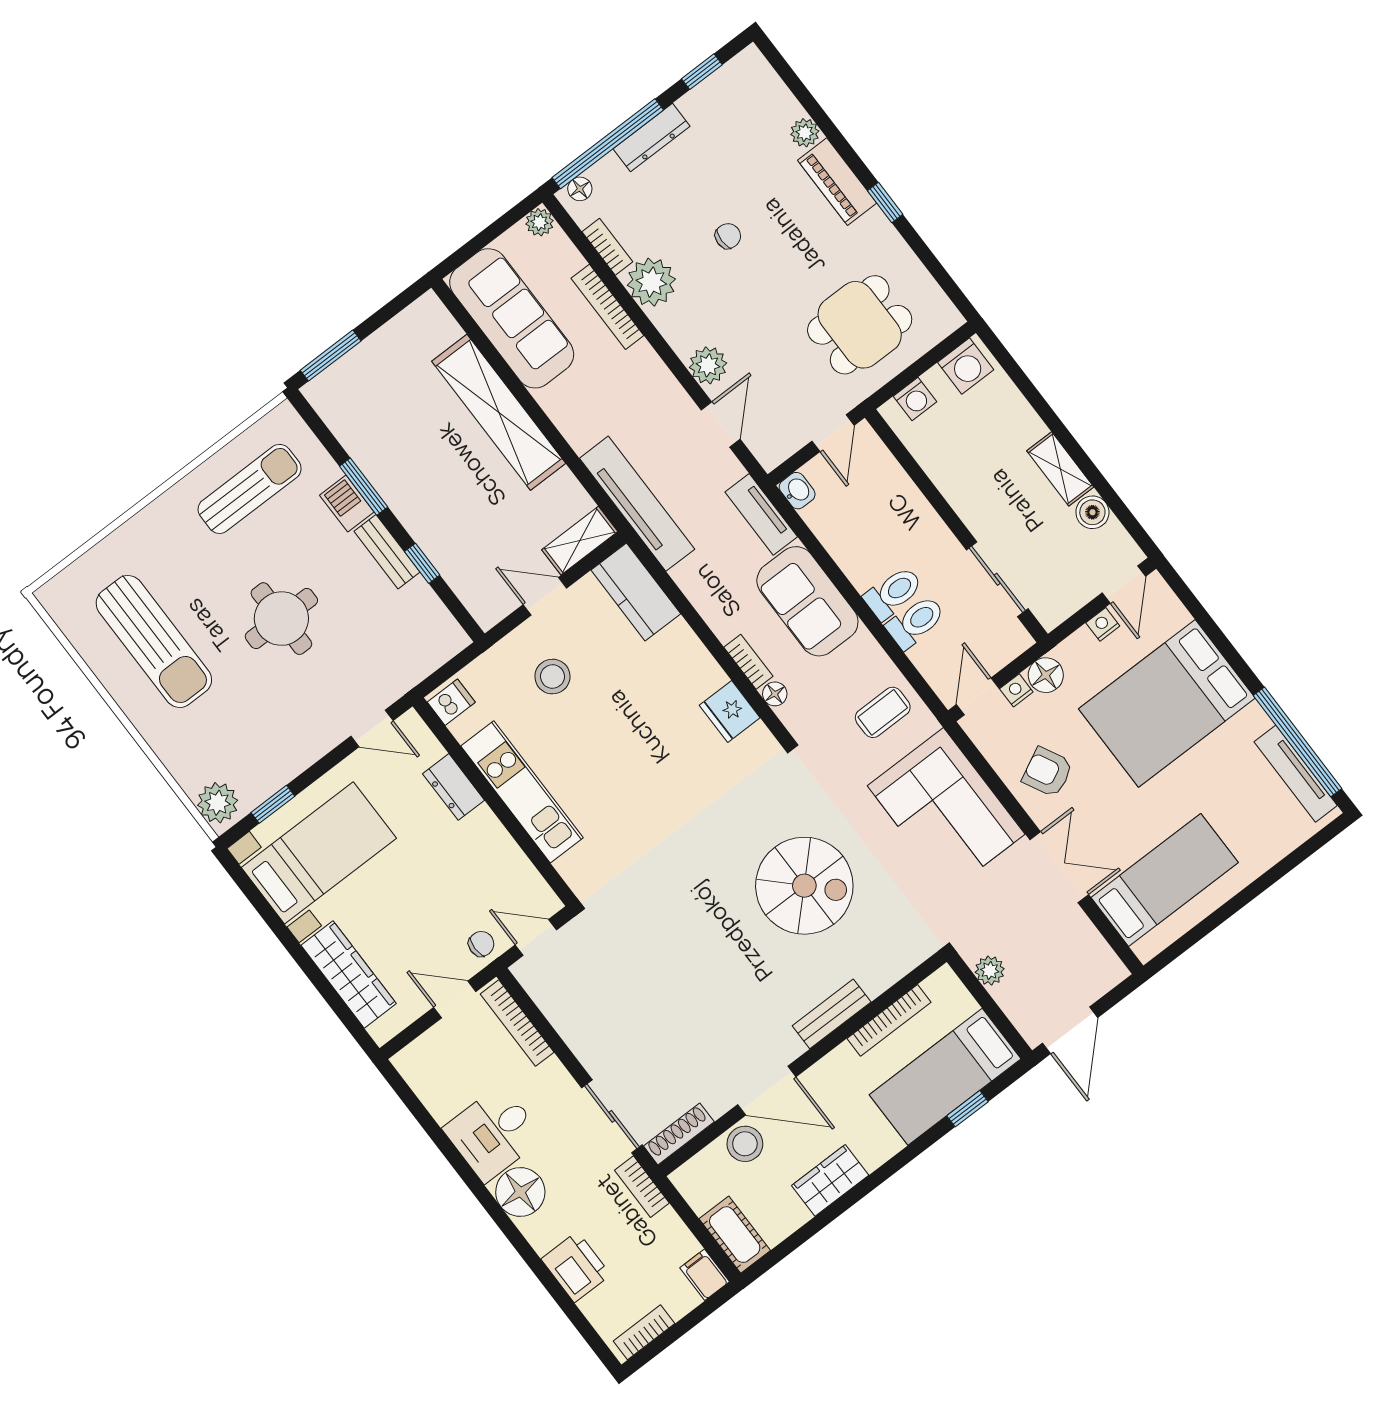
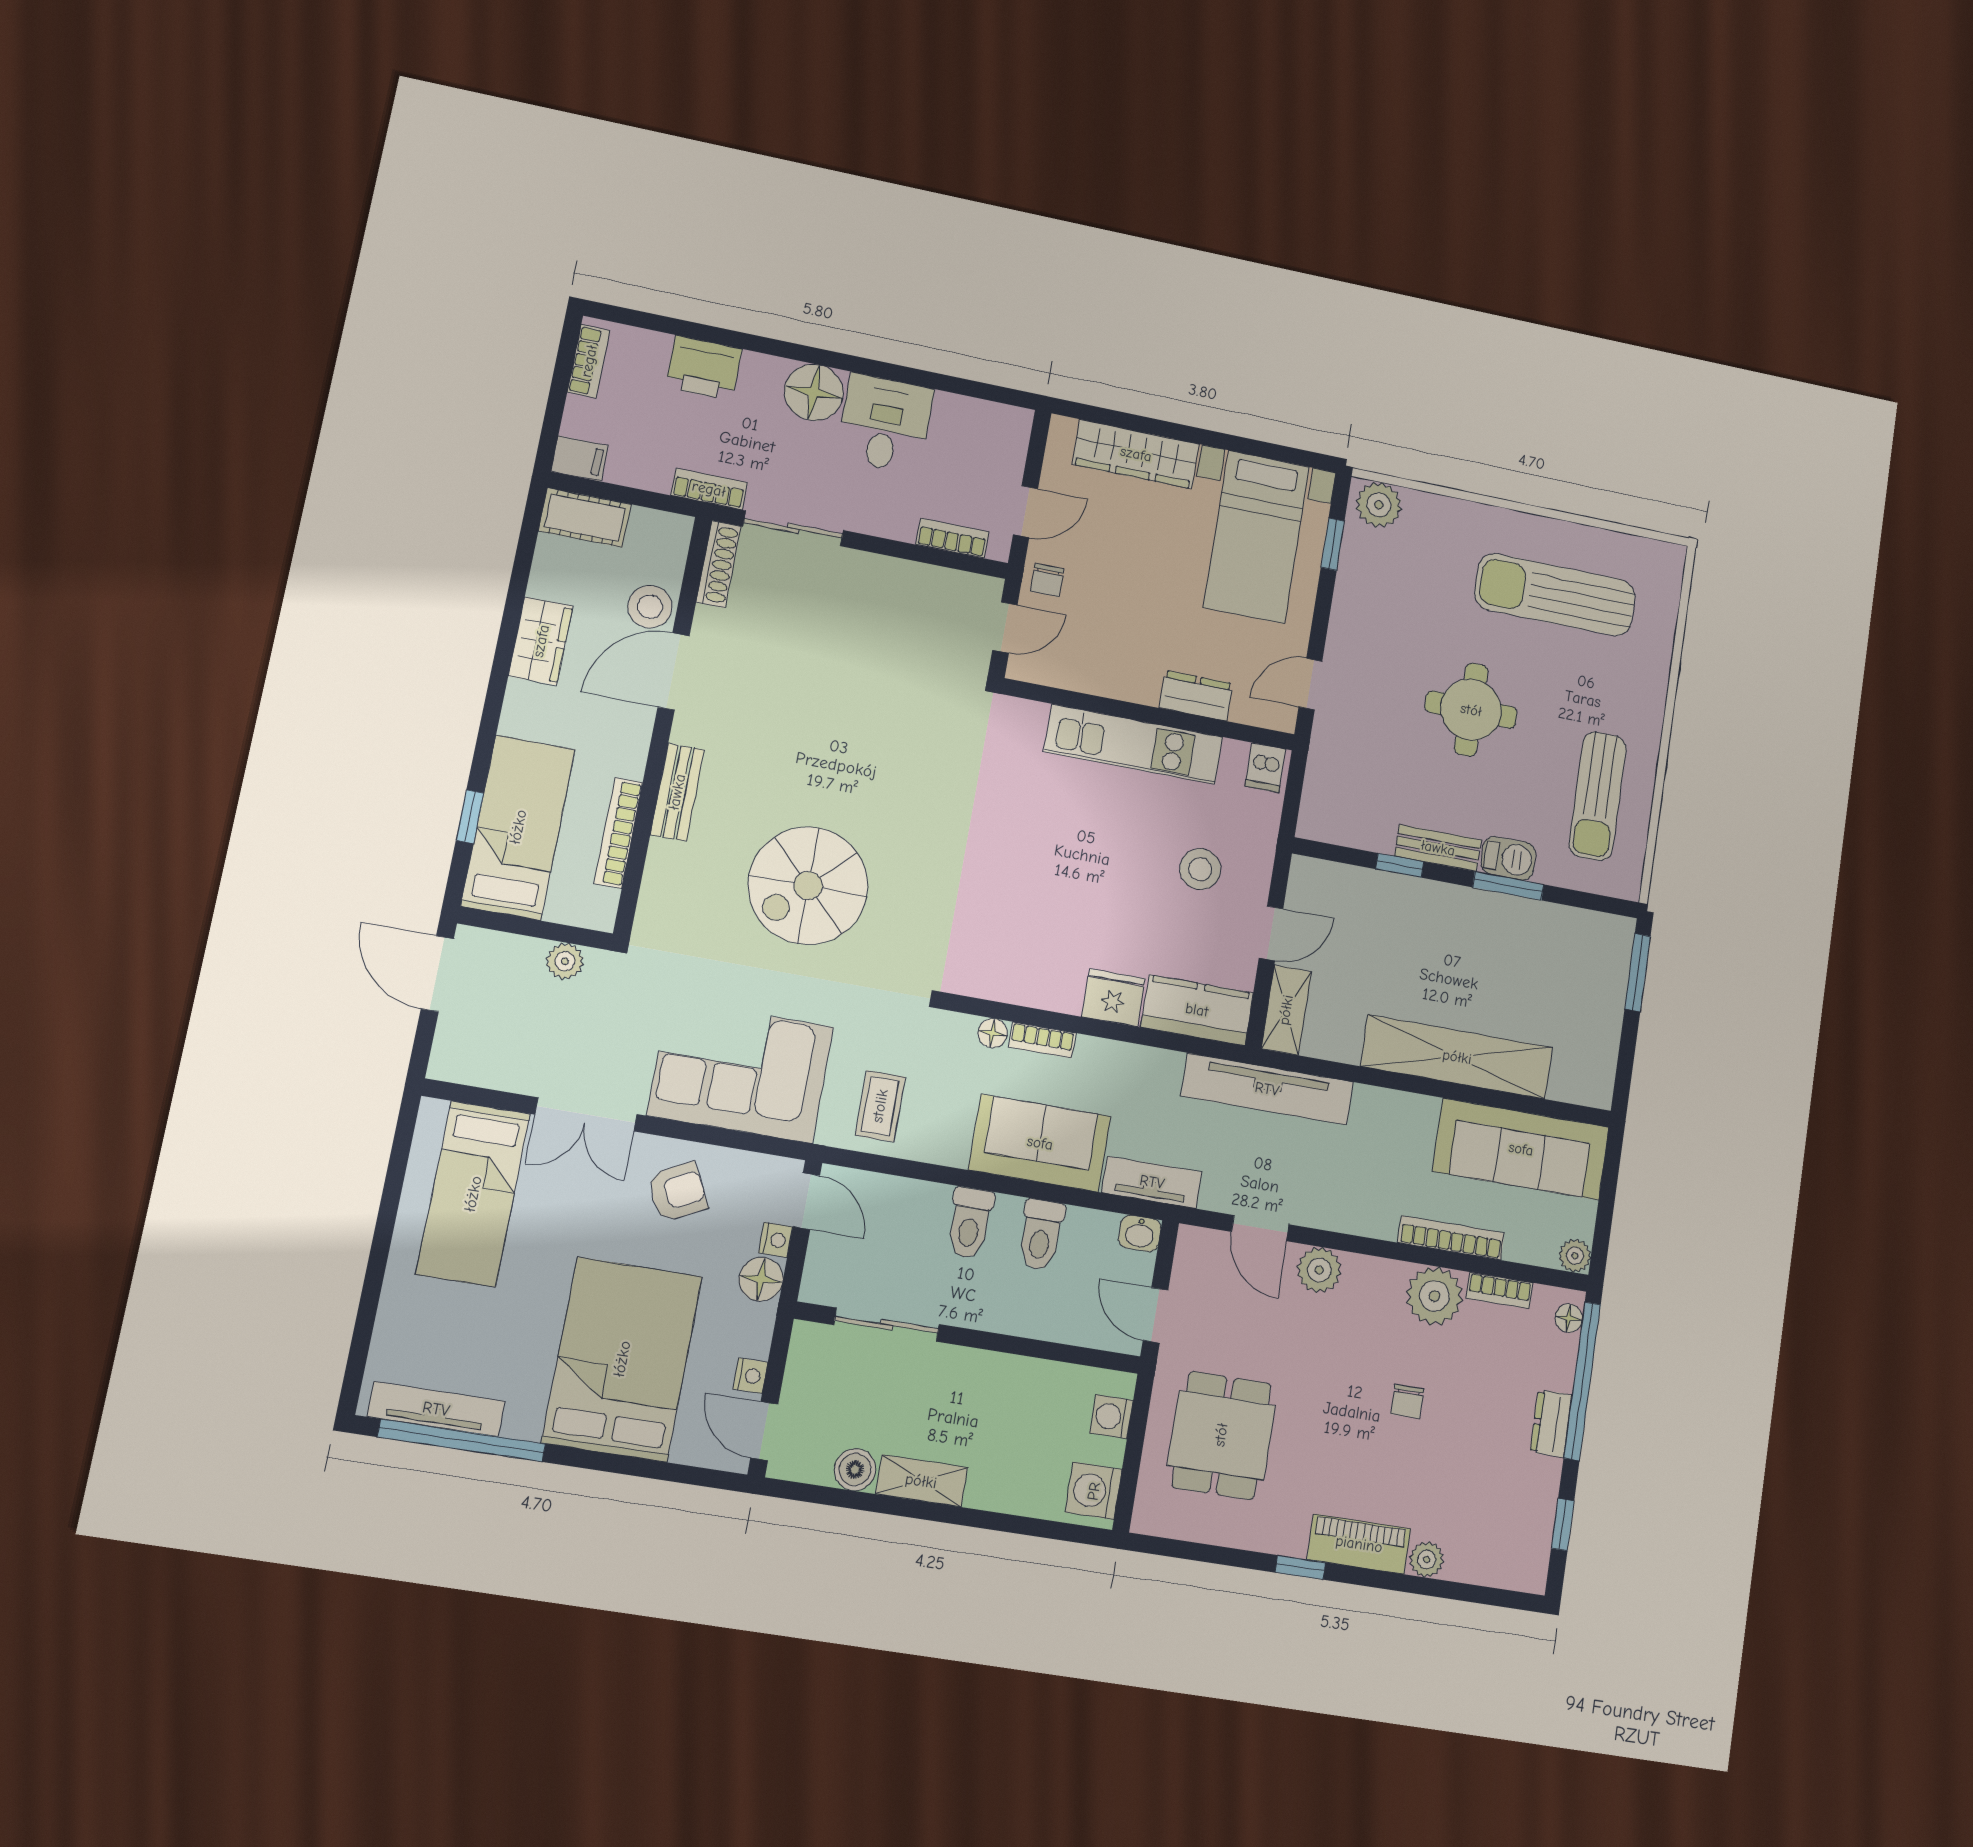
dresser: (652, 137) -> (1551, 1424), width x0.70
toilet: (916, 622) -> (1041, 1235), moved
fridge: (730, 711) -> (1113, 998), moved
bookcase: (517, 1023) -> (952, 538), width x0.64

